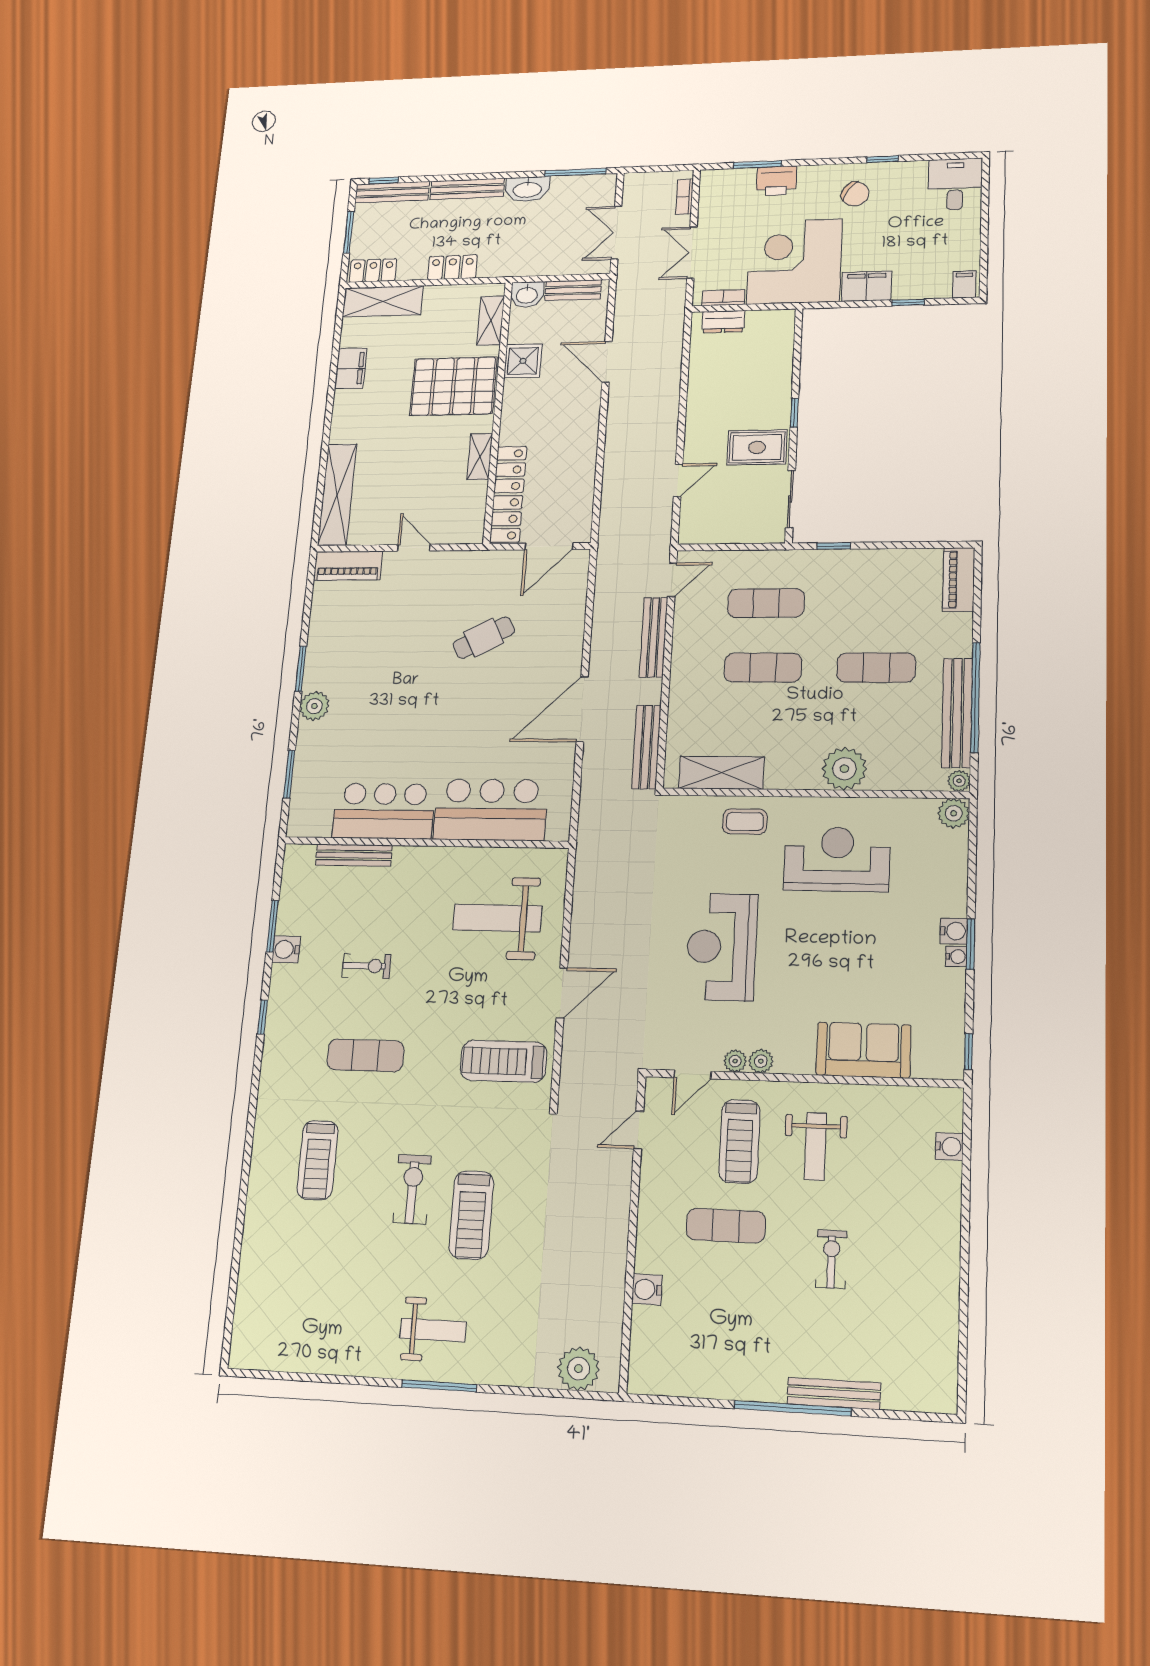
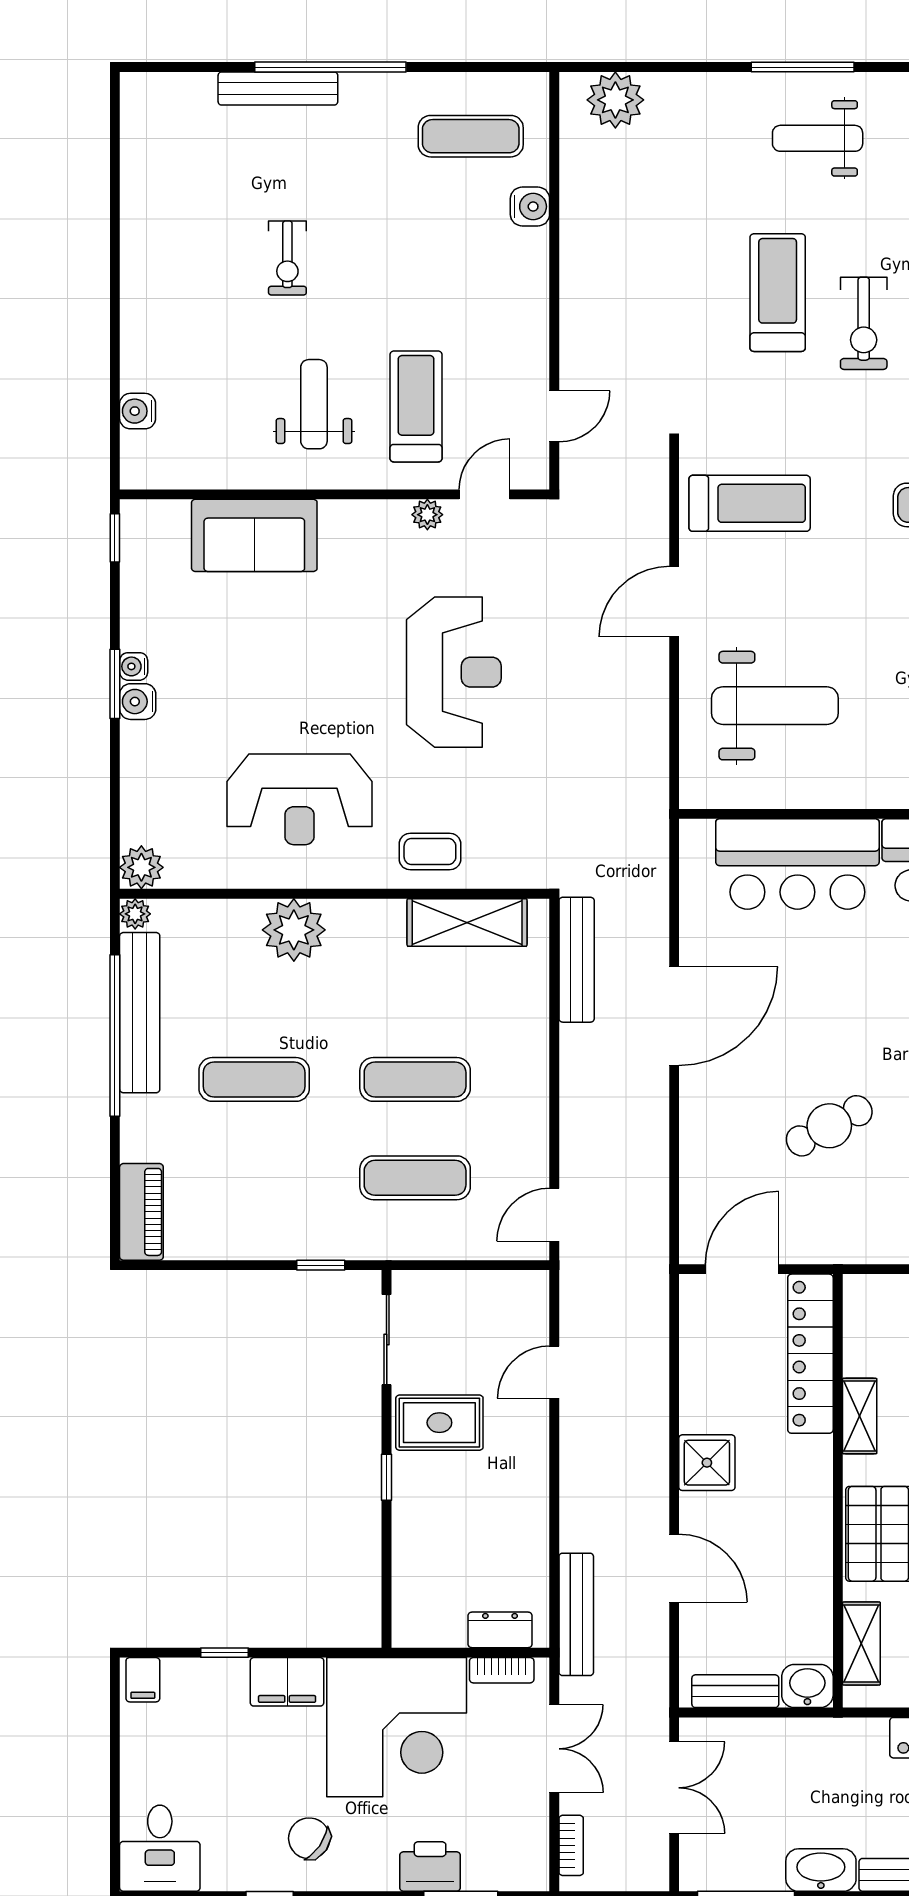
shower: (523, 361) -> (707, 1463), moved
bench: (654, 637) -> (576, 1614), moved
plant: (761, 1061) -> (392, 516), removed
exercise mat: (726, 1226) -> (471, 136), moved

